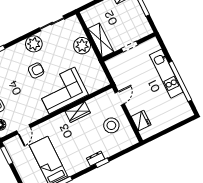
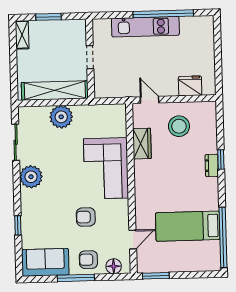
shelving: (101, 40) -> (55, 90), width x1.47
armchair: (36, 70) -> (86, 217), moved, turned -90
wardrobe: (78, 112) -> (142, 144), moved
door: (23, 129) -> (133, 239), hinge flipped

